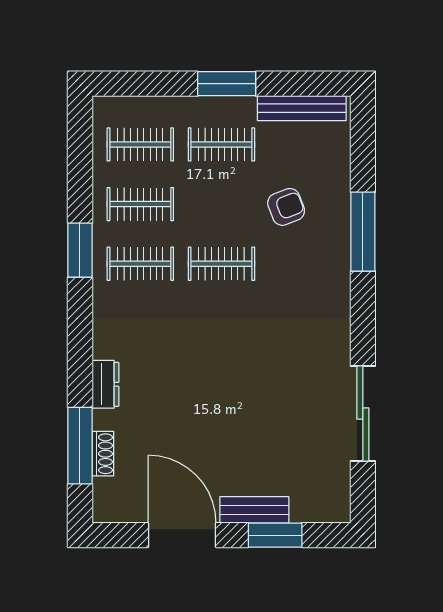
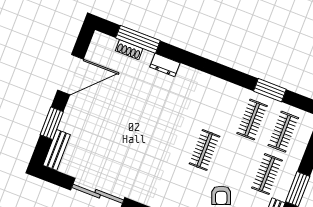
window: (80, 250) -> (270, 90), moved
clothes rail: (140, 264) -> (221, 108), removed
bench: (254, 510) -> (57, 150), moved

